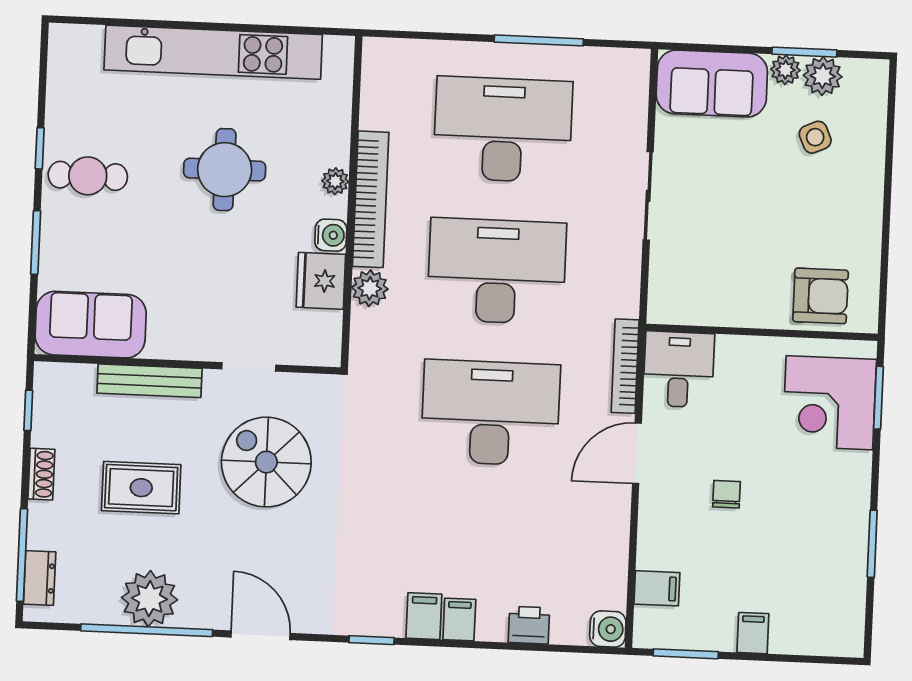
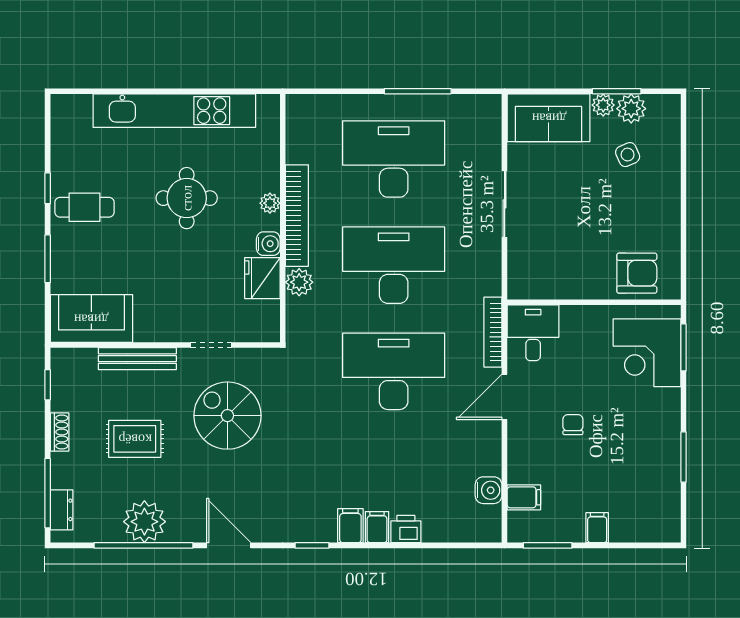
printer: (529, 625) -> (406, 529), moved
water cooler: (608, 629) -> (489, 490), moved

